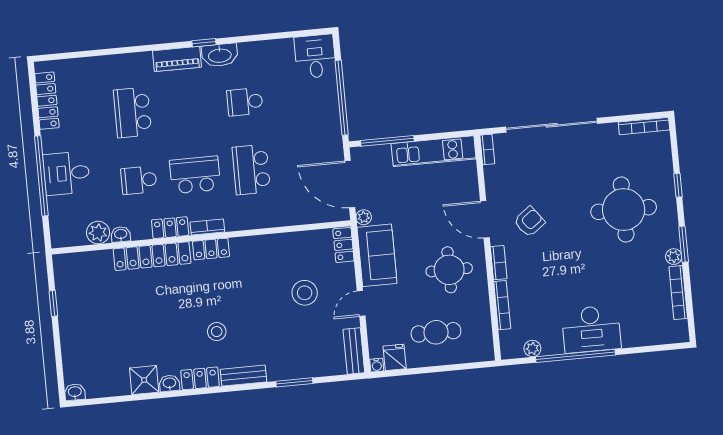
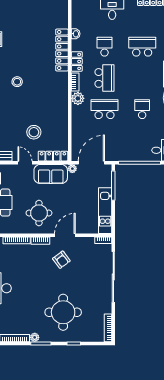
plant: (98, 233) -> (78, 98), moved
locker: (343, 245) -> (53, 156), width x1.53
locker: (211, 249) -> (63, 83), removed

